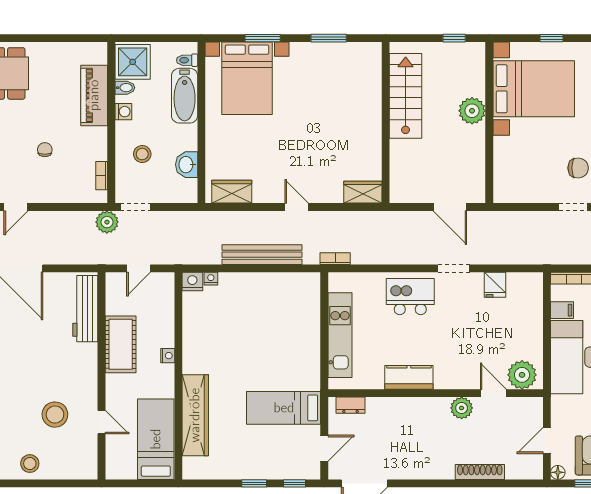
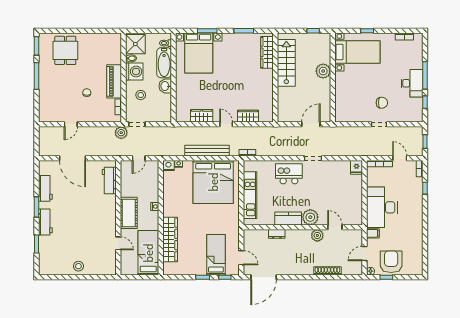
wardrobe: (371, 77) -> (267, 52), added
bed with nightstands: (534, 89) -> (357, 52), width x0.73
piano: (94, 95) -> (114, 81), moved
washing machine: (123, 112) -> (134, 72), width x1.89, depth x1.89
washbasin: (187, 165) -> (165, 86), moved
wardrobe: (232, 192) -> (202, 116), moved
wardrobe: (363, 192) -> (248, 116), moved
door: (450, 207) -> (311, 124), swing flipped
fridge: (495, 285) -> (357, 167), moved
workbench: (85, 309) -> (109, 181), width x0.73
filing cabinet: (562, 310) -> (373, 233), moved
bed: (273, 311) -> (213, 182), added
cot: (121, 344) -> (129, 213), moved
plant: (522, 375) -> (310, 217), moved
dresser: (351, 405) -> (277, 234), moved
bed: (284, 408) -> (216, 255), moved, turned 90
stool: (55, 415) -> (92, 239), removed
door: (324, 448) -> (241, 258), hinge flipped

